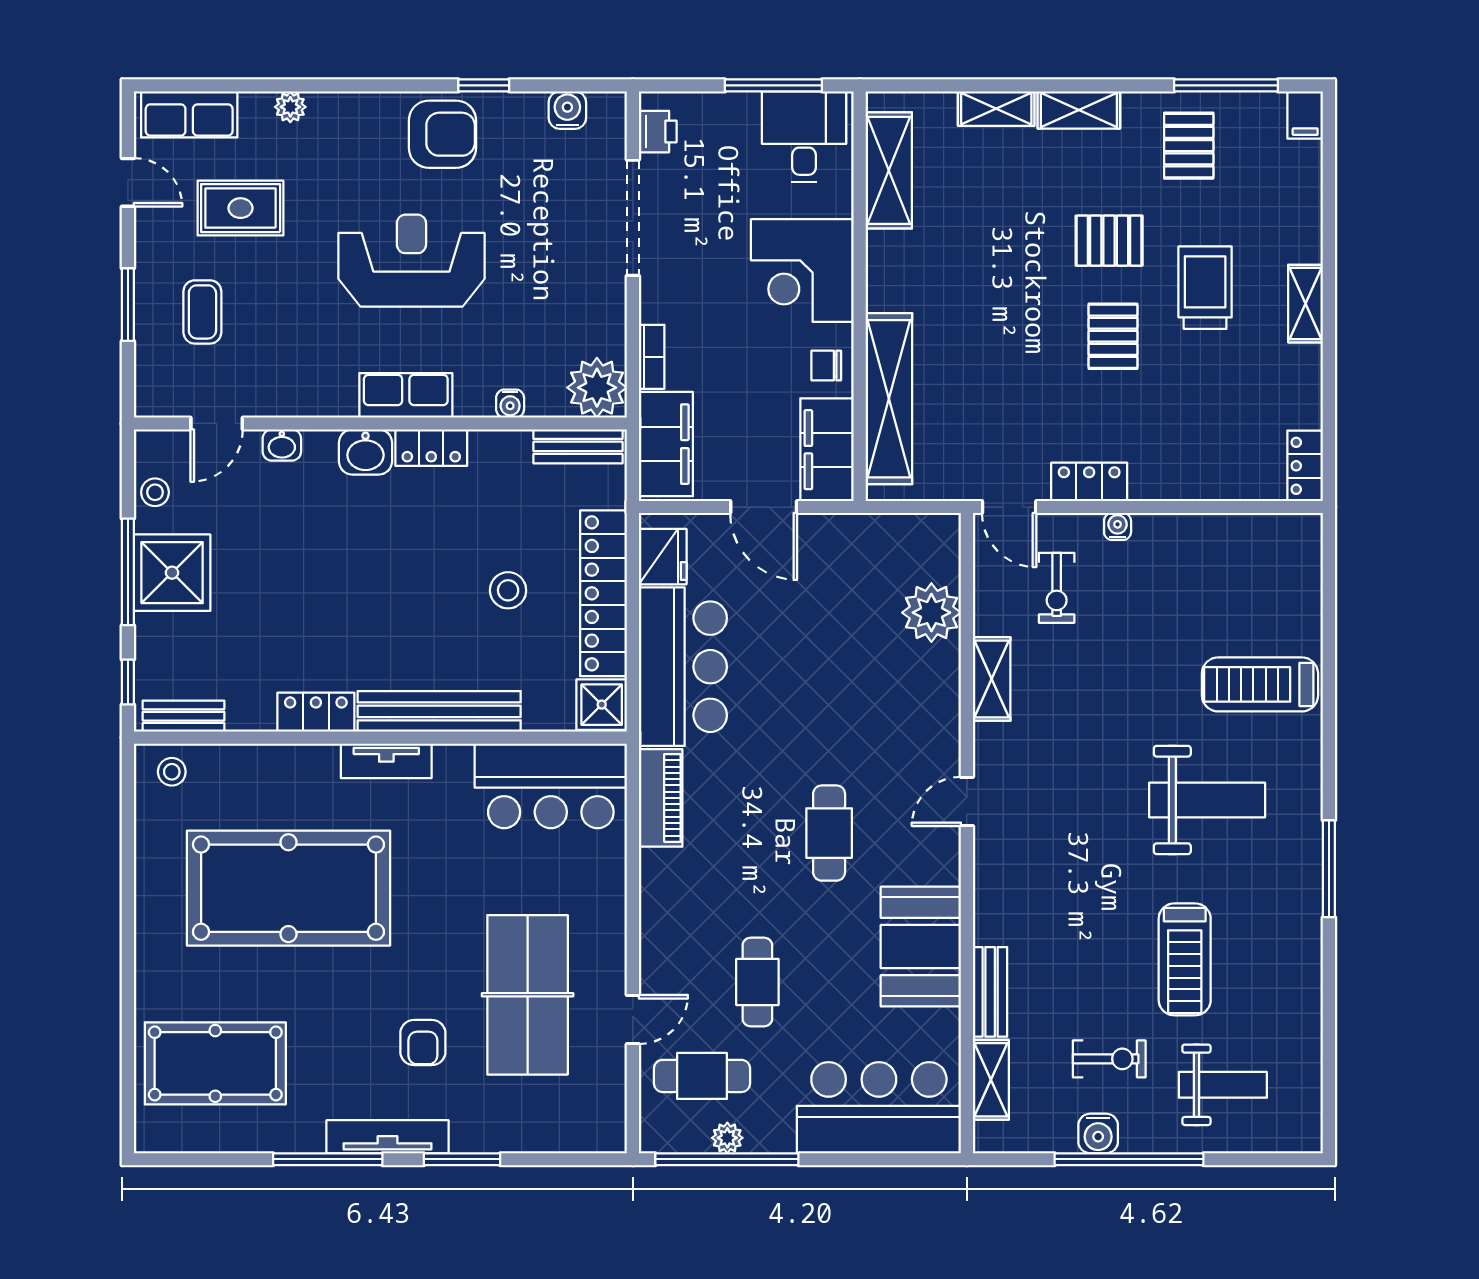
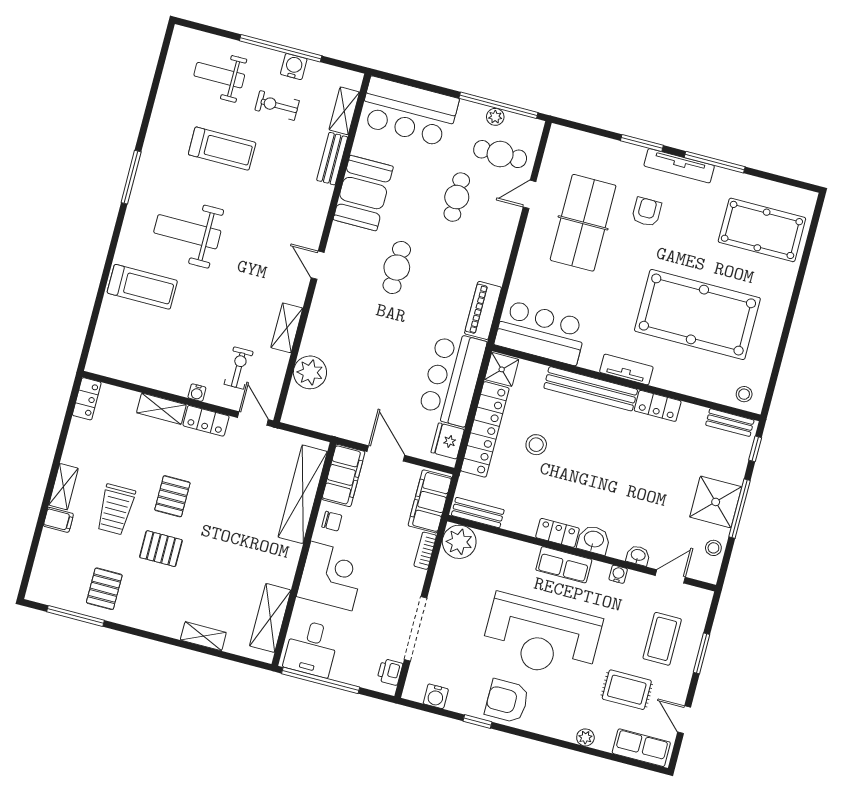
window: (773, 85) -> (321, 680), width x1.46
shelving: (1079, 110) -> (161, 409), moved
filing cabinet: (1305, 115) -> (58, 520), moved, turned 90
reception desk: (411, 261) -> (542, 637), width x1.36, depth x1.30
coffee table: (202, 312) -> (662, 639), width x1.36, depth x1.30
water cooler: (510, 404) -> (618, 574), moved
door: (967, 801) -> (318, 265), swing flipped
treadmill: (1185, 959) -> (222, 149), turned 90

